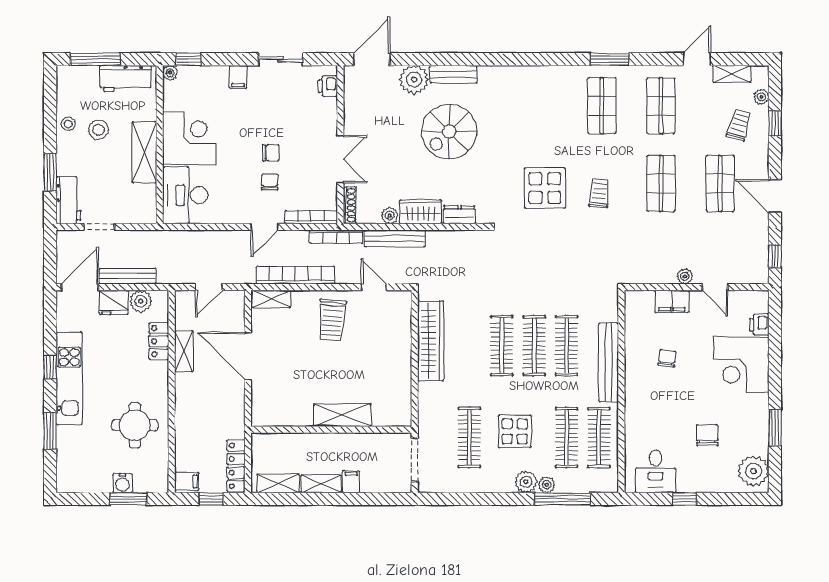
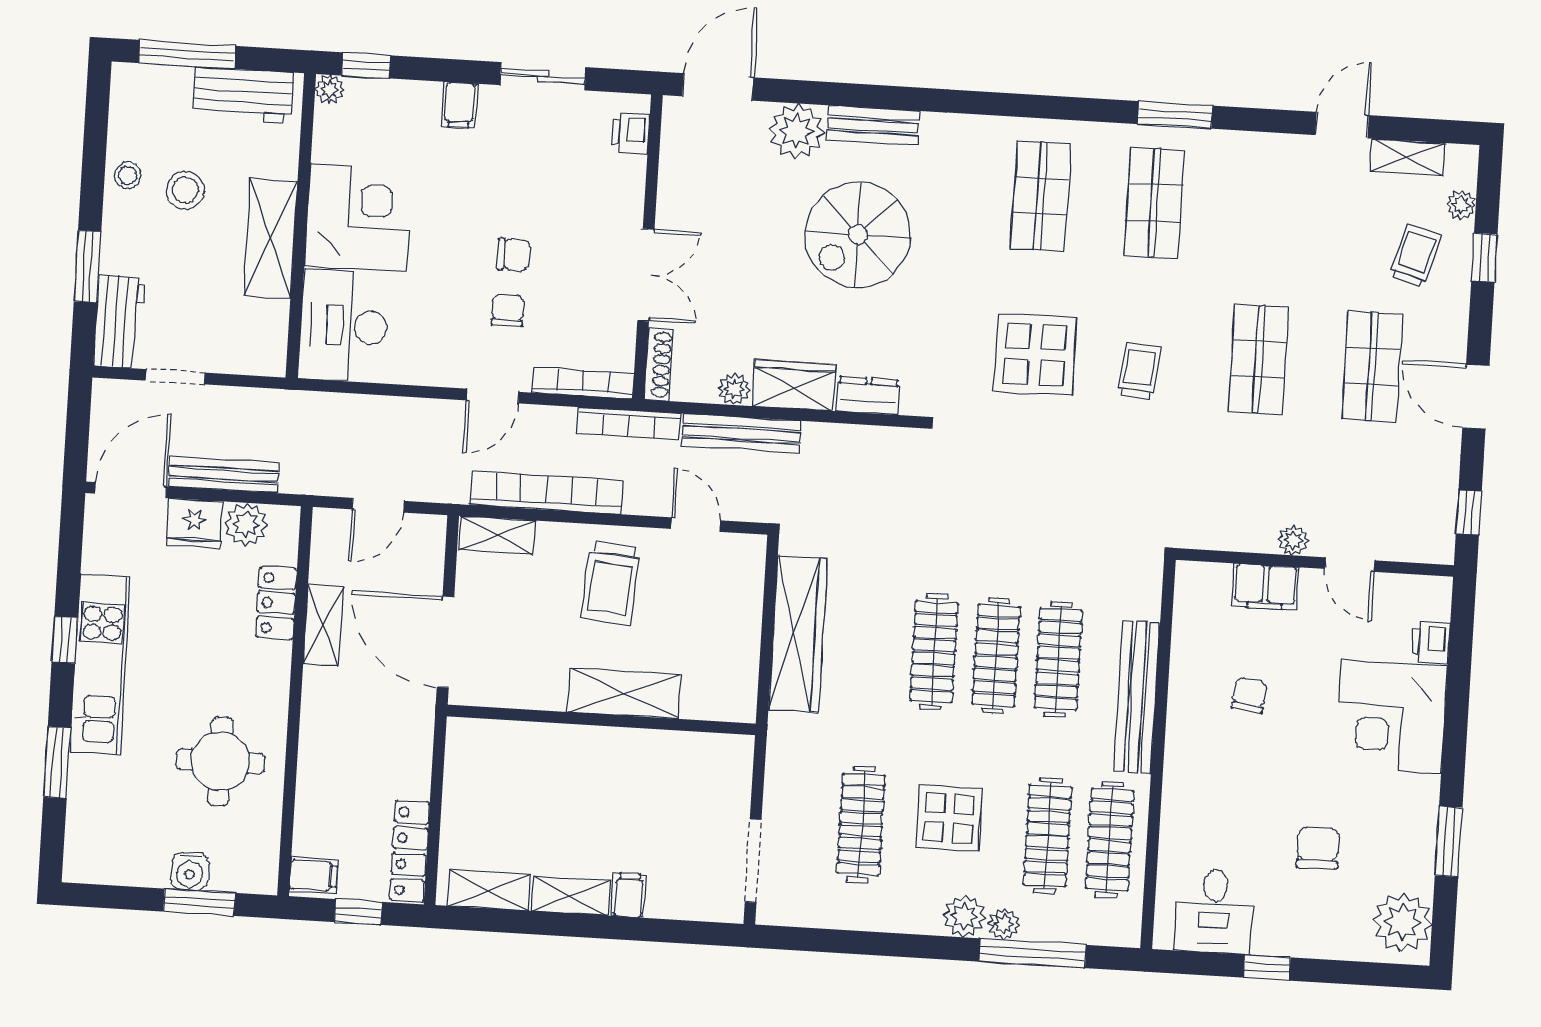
shop shelf: (661, 106) -> (1041, 196), moved
shelving: (342, 415) -> (624, 693), moved
wall: (331, 430) -> (601, 720), moved

